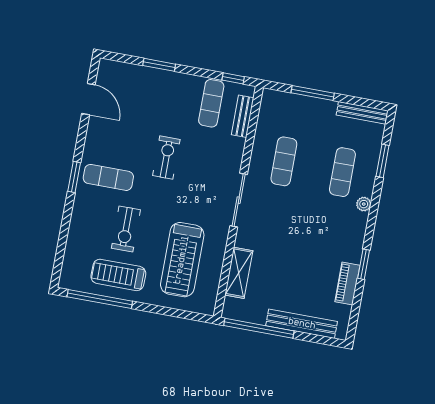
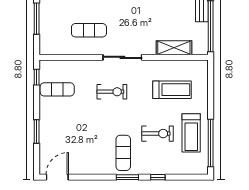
door: (88, 99) -> (57, 177), moved
bench: (243, 116) -> (62, 65), removed
exercise bike: (166, 158) -> (112, 92), moved, turned 180
window: (67, 218) -> (158, 177), added
treadmill: (182, 260) -> (172, 90), width x0.73, depth x0.73

